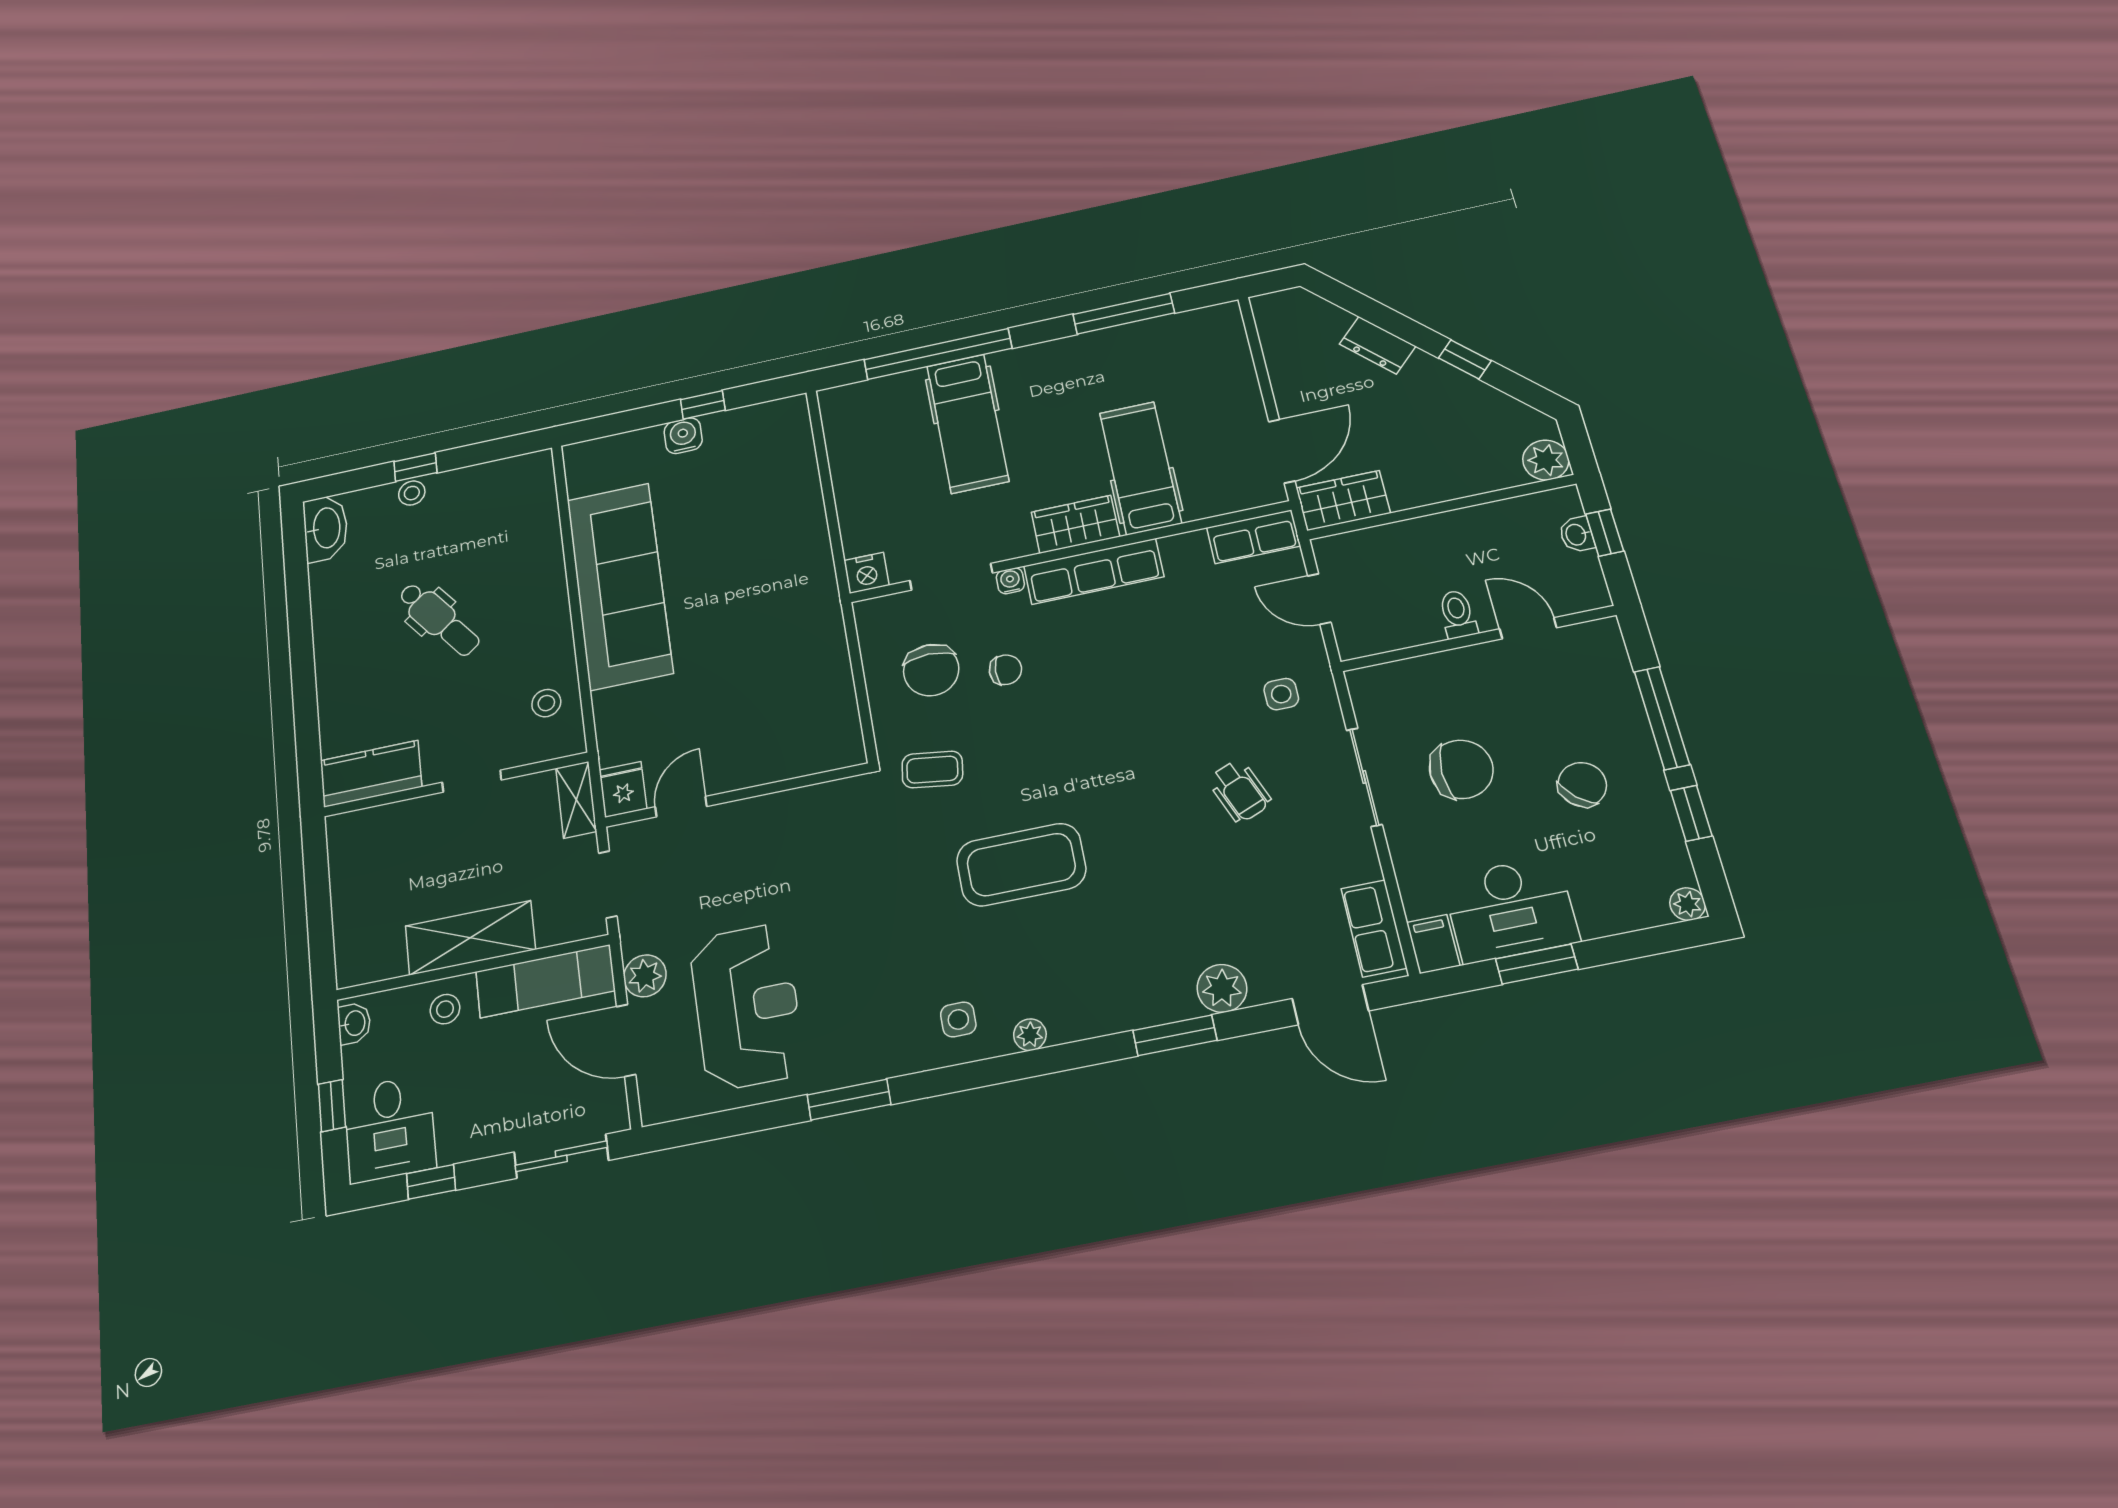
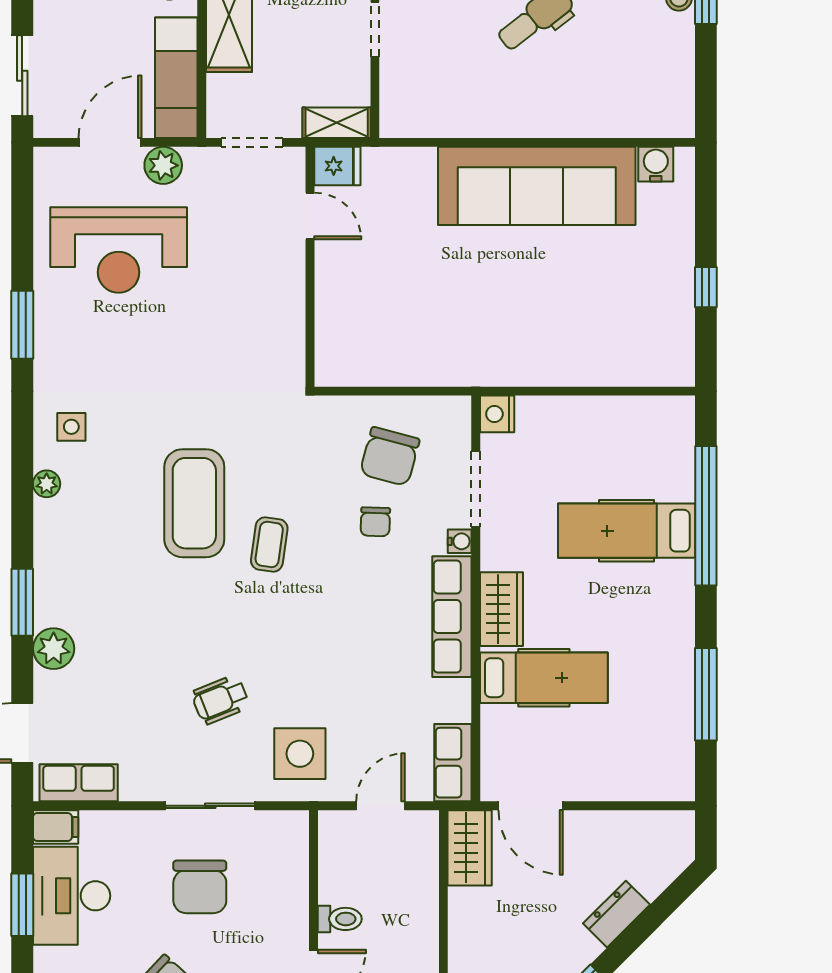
water cooler: (683, 436) -> (656, 164), moved, turned -90
chair: (931, 670) -> (390, 456), turned -75
side table: (1281, 694) -> (300, 754), width x1.87, depth x1.87
stool: (546, 703) -> (435, 105), removed
coffee table: (932, 770) -> (269, 544), moved

